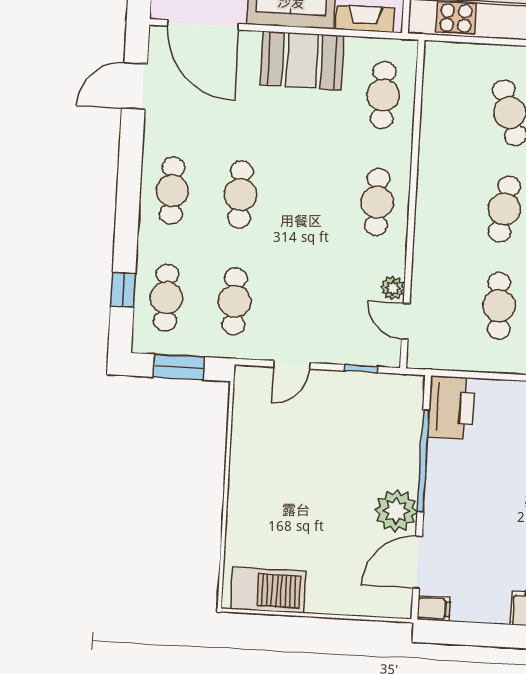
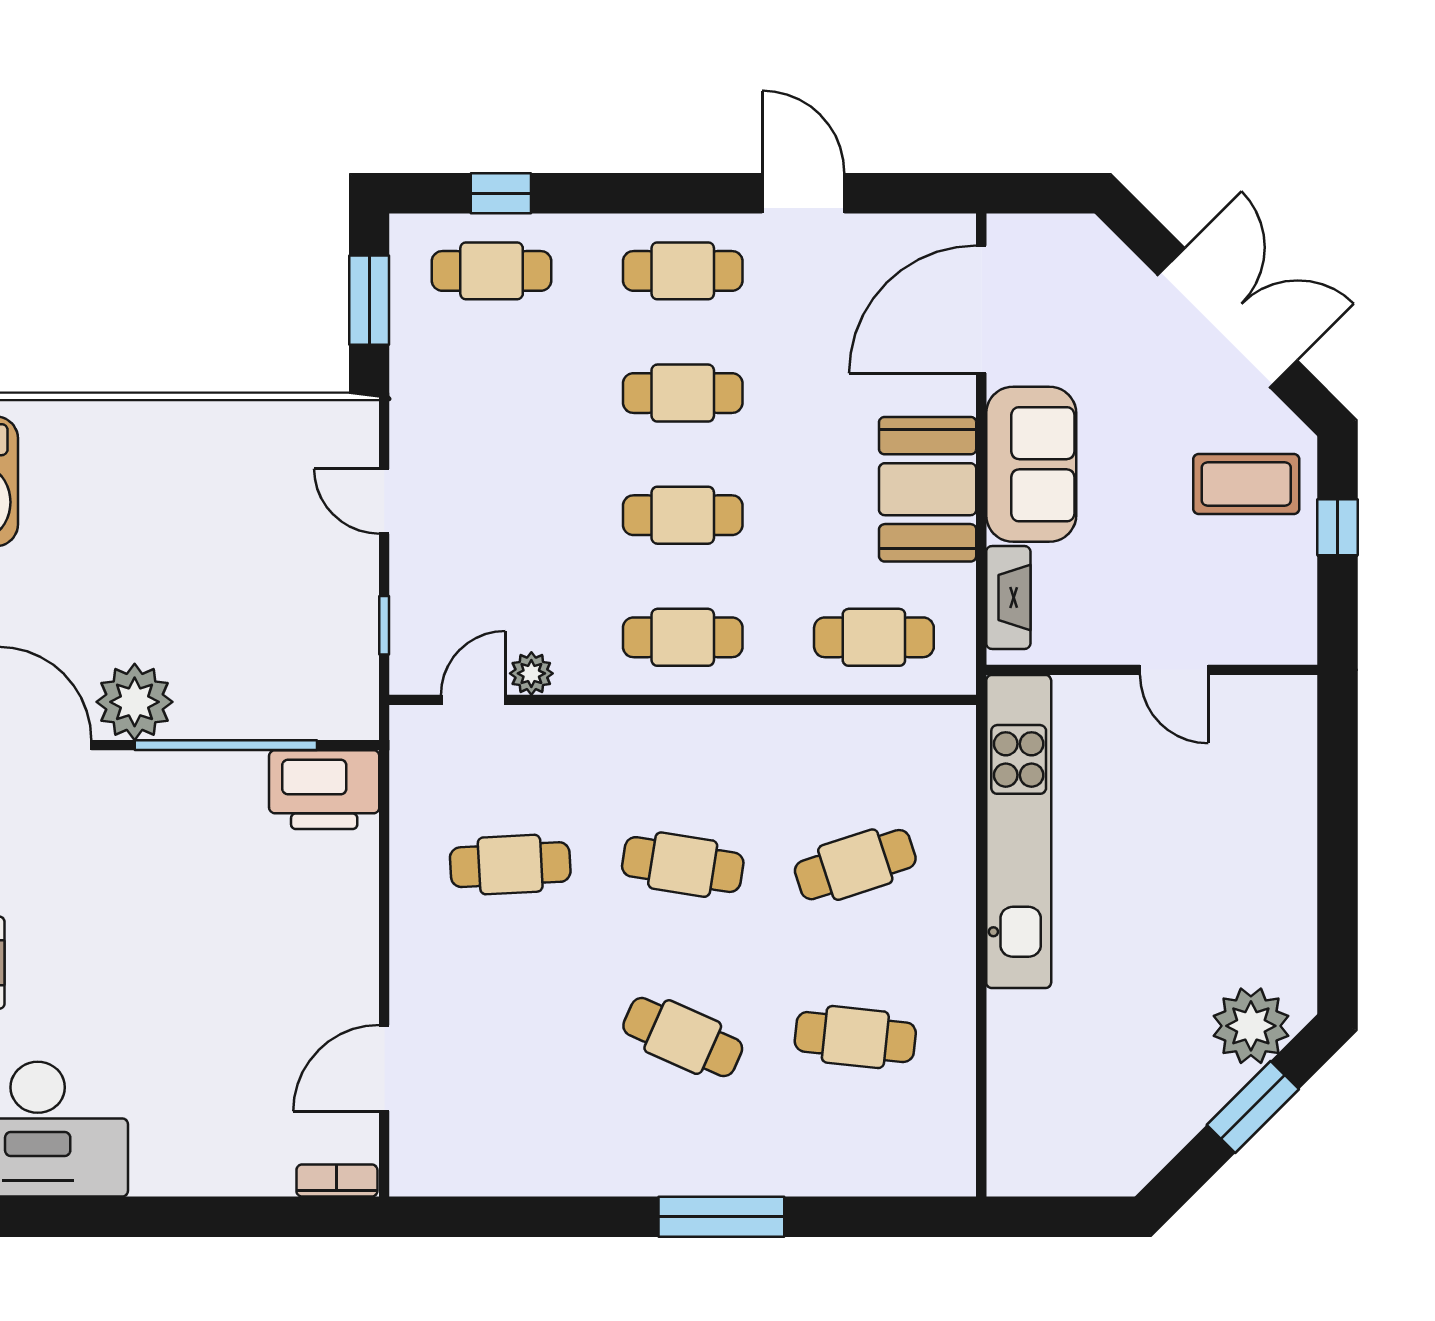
door: (134, 86) -> (803, 193), moved
cafe table: (235, 301) -> (683, 515), moved

